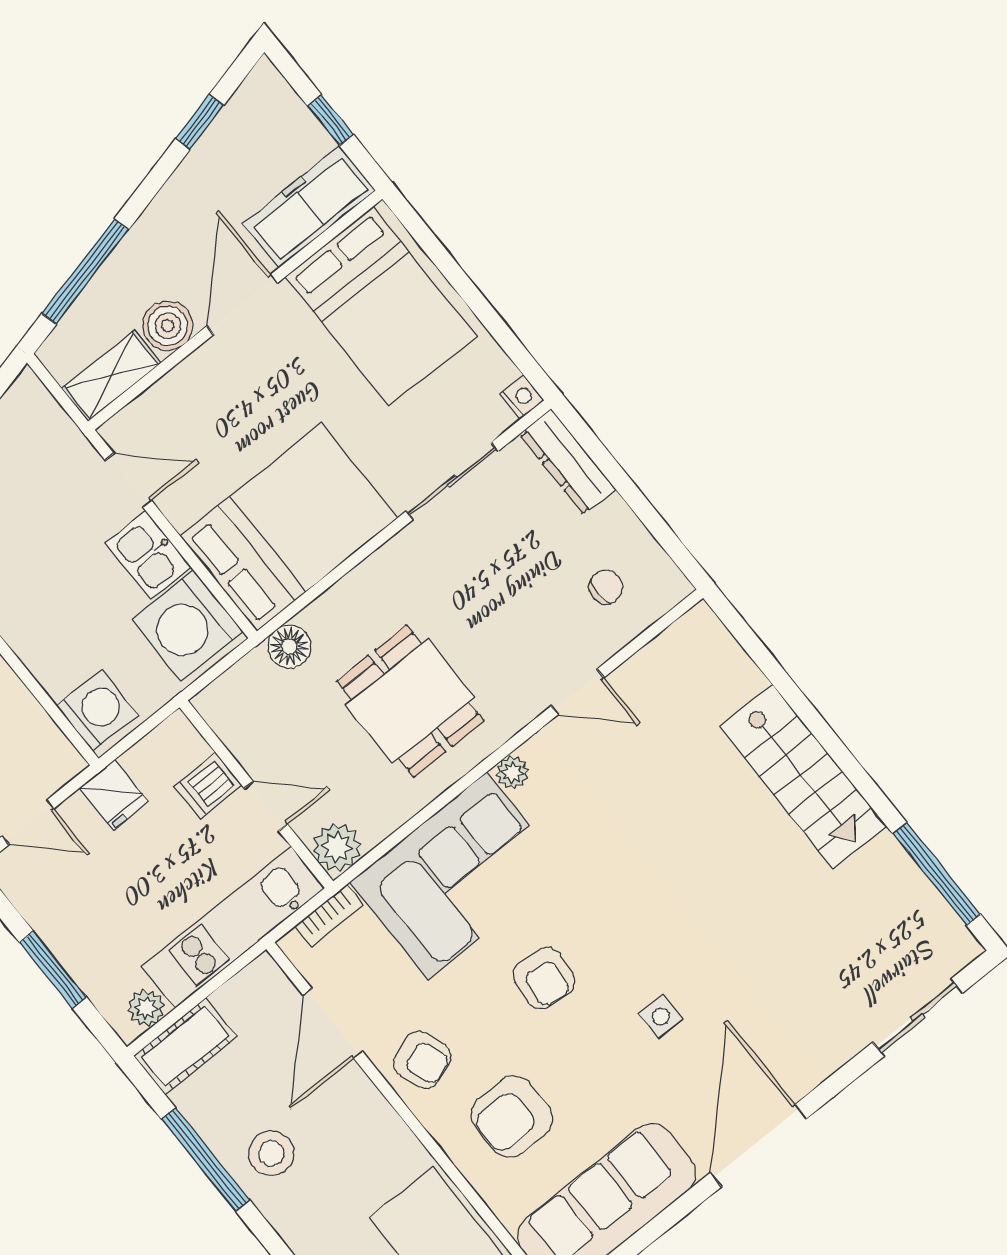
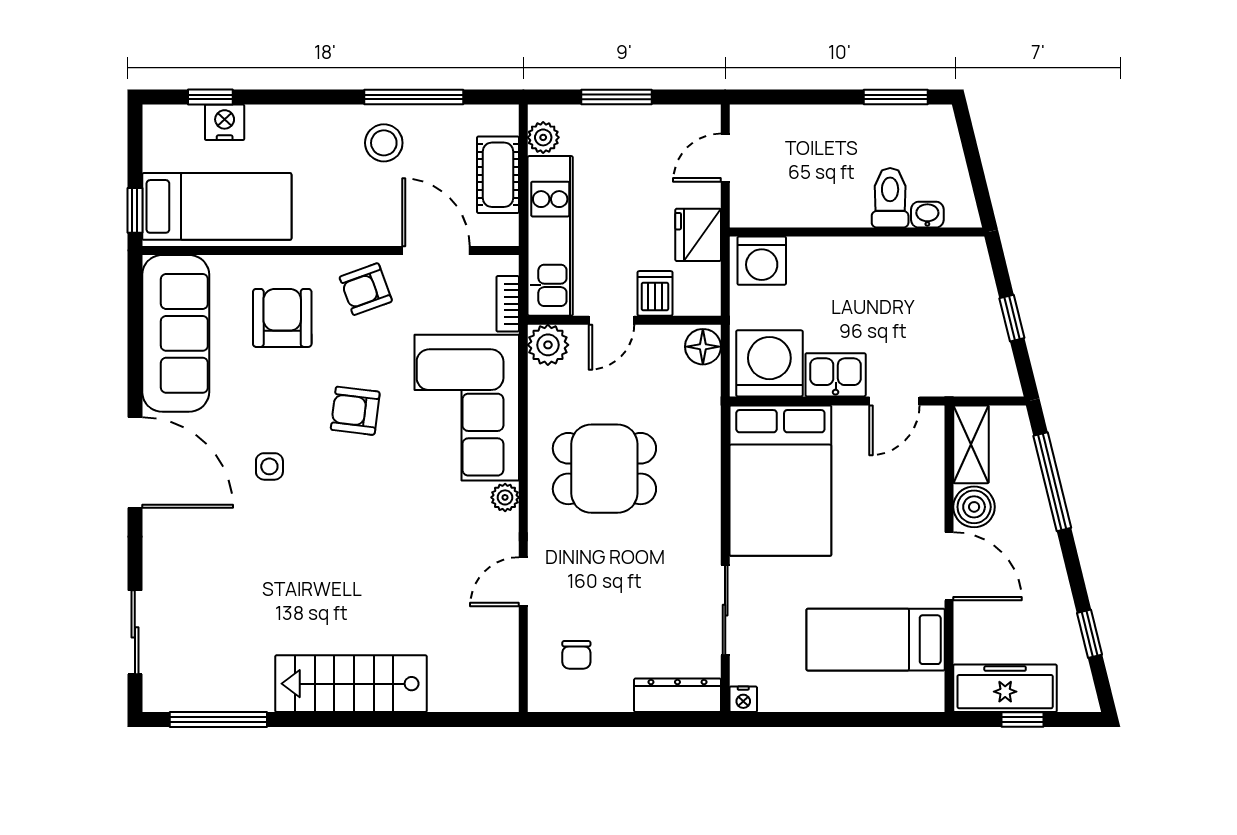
freezer: (309, 207) -> (1005, 688), moved, turned -90
bed: (381, 306) -> (876, 640), width x0.67
floor lamp: (289, 647) -> (703, 347), moved
fridge: (114, 795) -> (698, 235), width x1.38
cot: (185, 1046) -> (498, 175), moved

